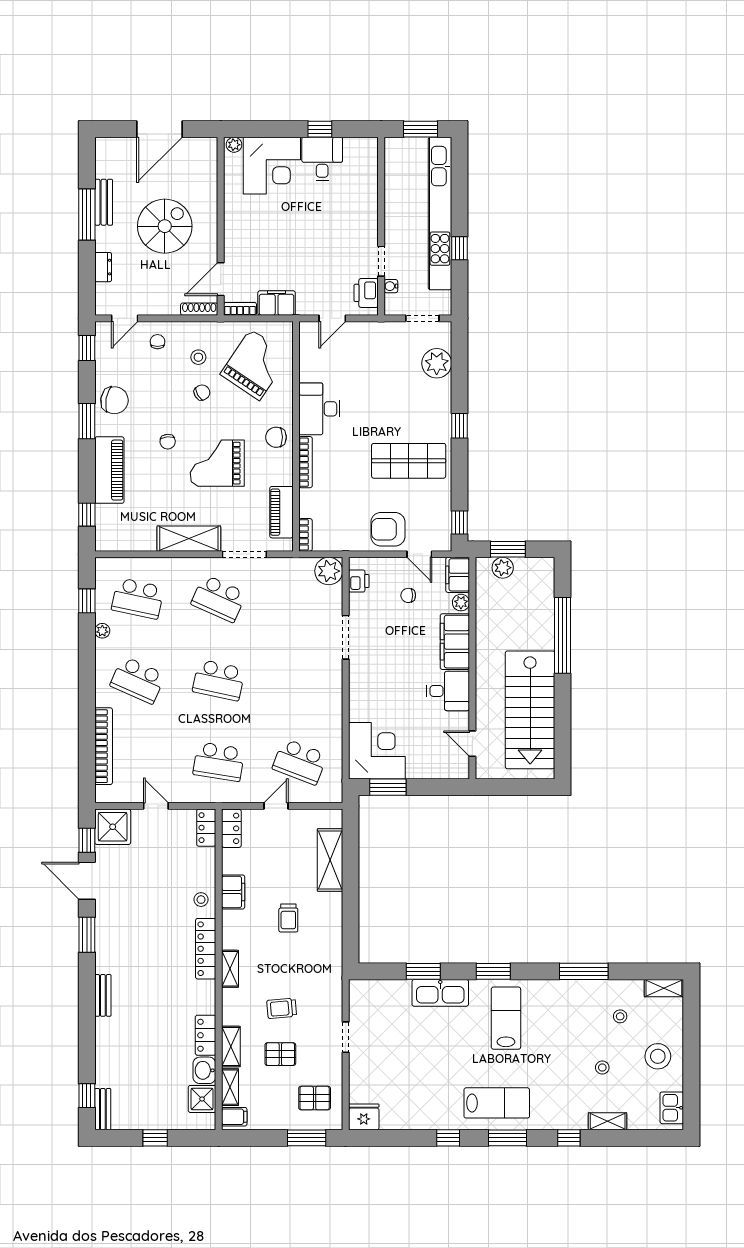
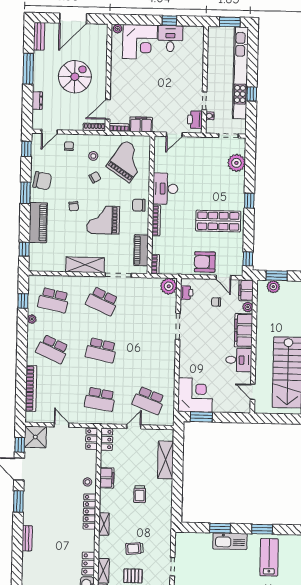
bench: (104, 202) -> (39, 36), moved

